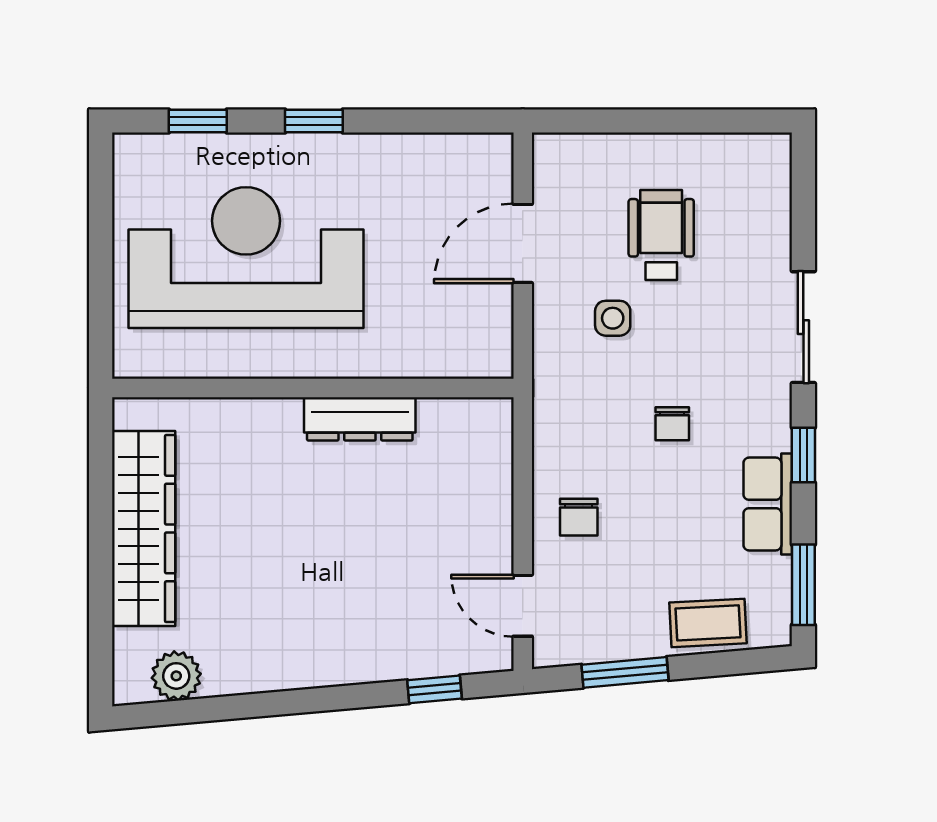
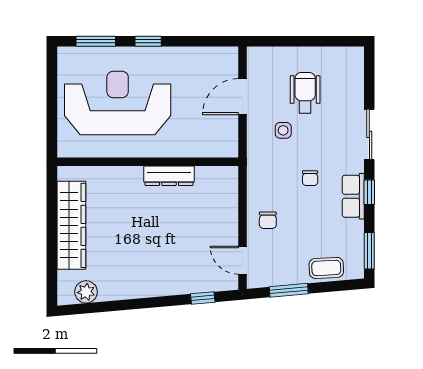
window: (198, 121) -> (96, 41), width x1.50
row of seats: (768, 504) -> (353, 196), moved

